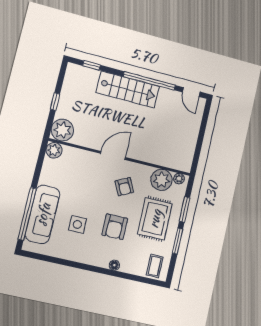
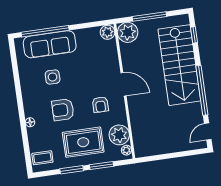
stairs: (128, 89) -> (179, 65), width x1.36, depth x1.51
window: (55, 102) -> (149, 16), width x2.17
armchair: (124, 187) -> (100, 105), turned -63

